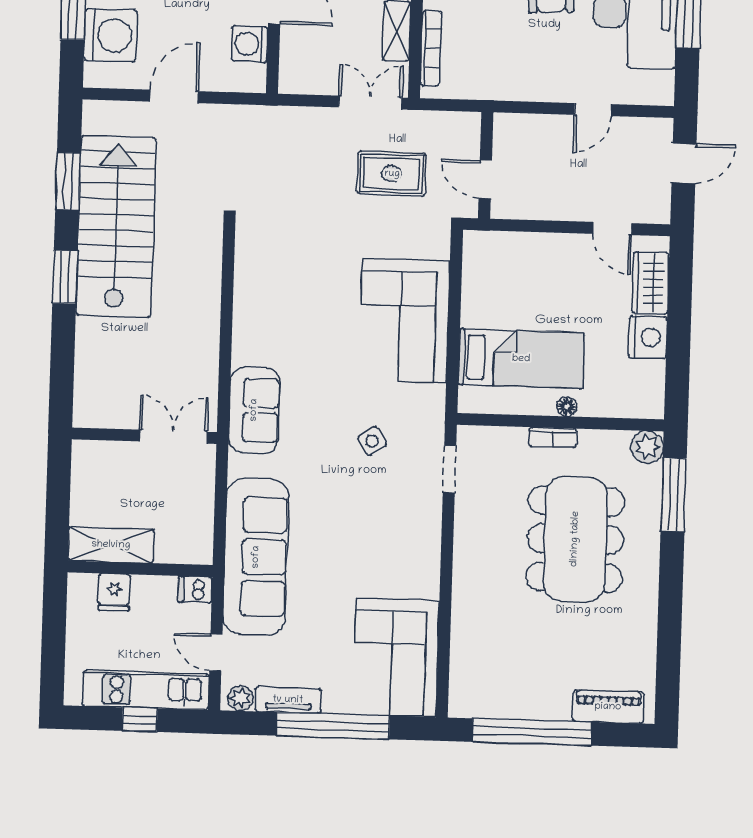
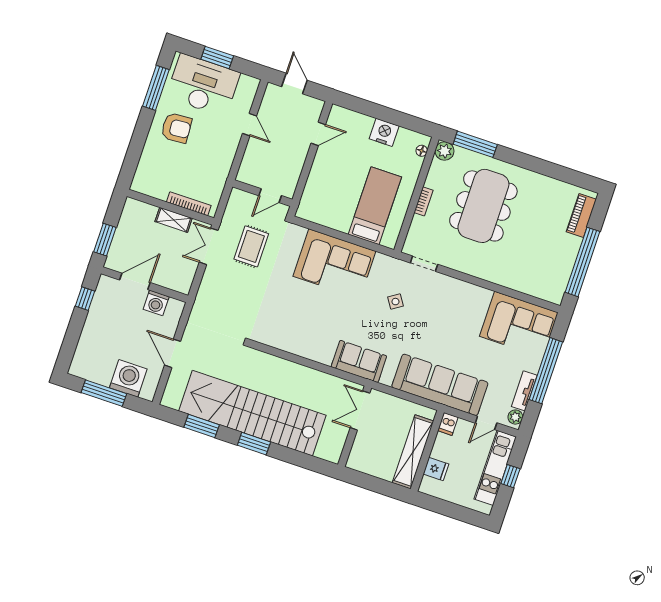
stairs: (116, 226) -> (252, 413), width x1.36
wardrobe: (650, 283) -> (355, 122), removed
floor lamp: (567, 407) -> (422, 151), moved
dining table: (575, 539) -> (483, 206), turned 90
shelving: (111, 545) -> (413, 452), width x1.47

